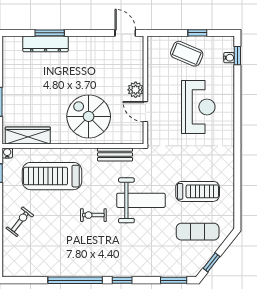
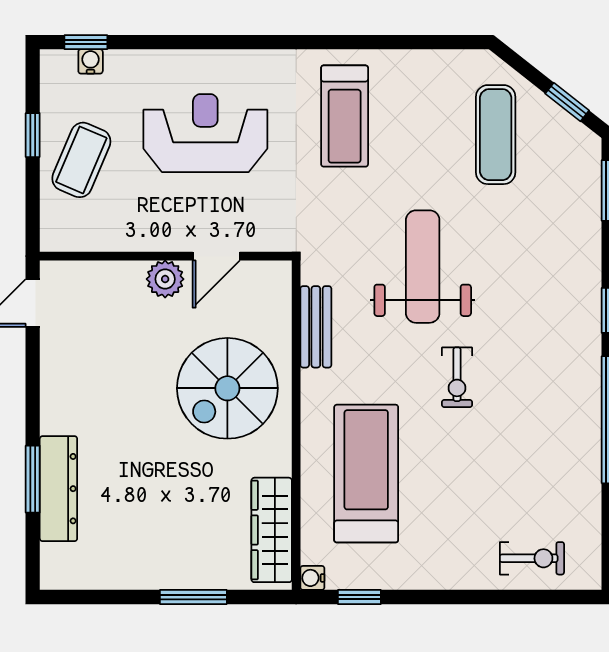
treadmill: (52, 176) -> (366, 474), turned 180
treadmill: (198, 191) -> (345, 116), moved, turned 180
exercise bike: (20, 222) -> (532, 558), moved, turned 142

